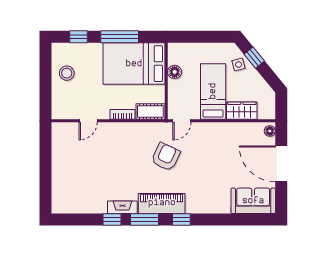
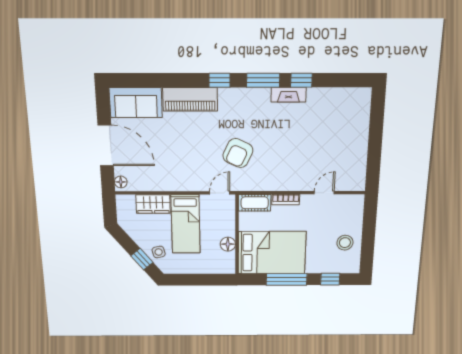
piano: (162, 203) -> (190, 99), moved

